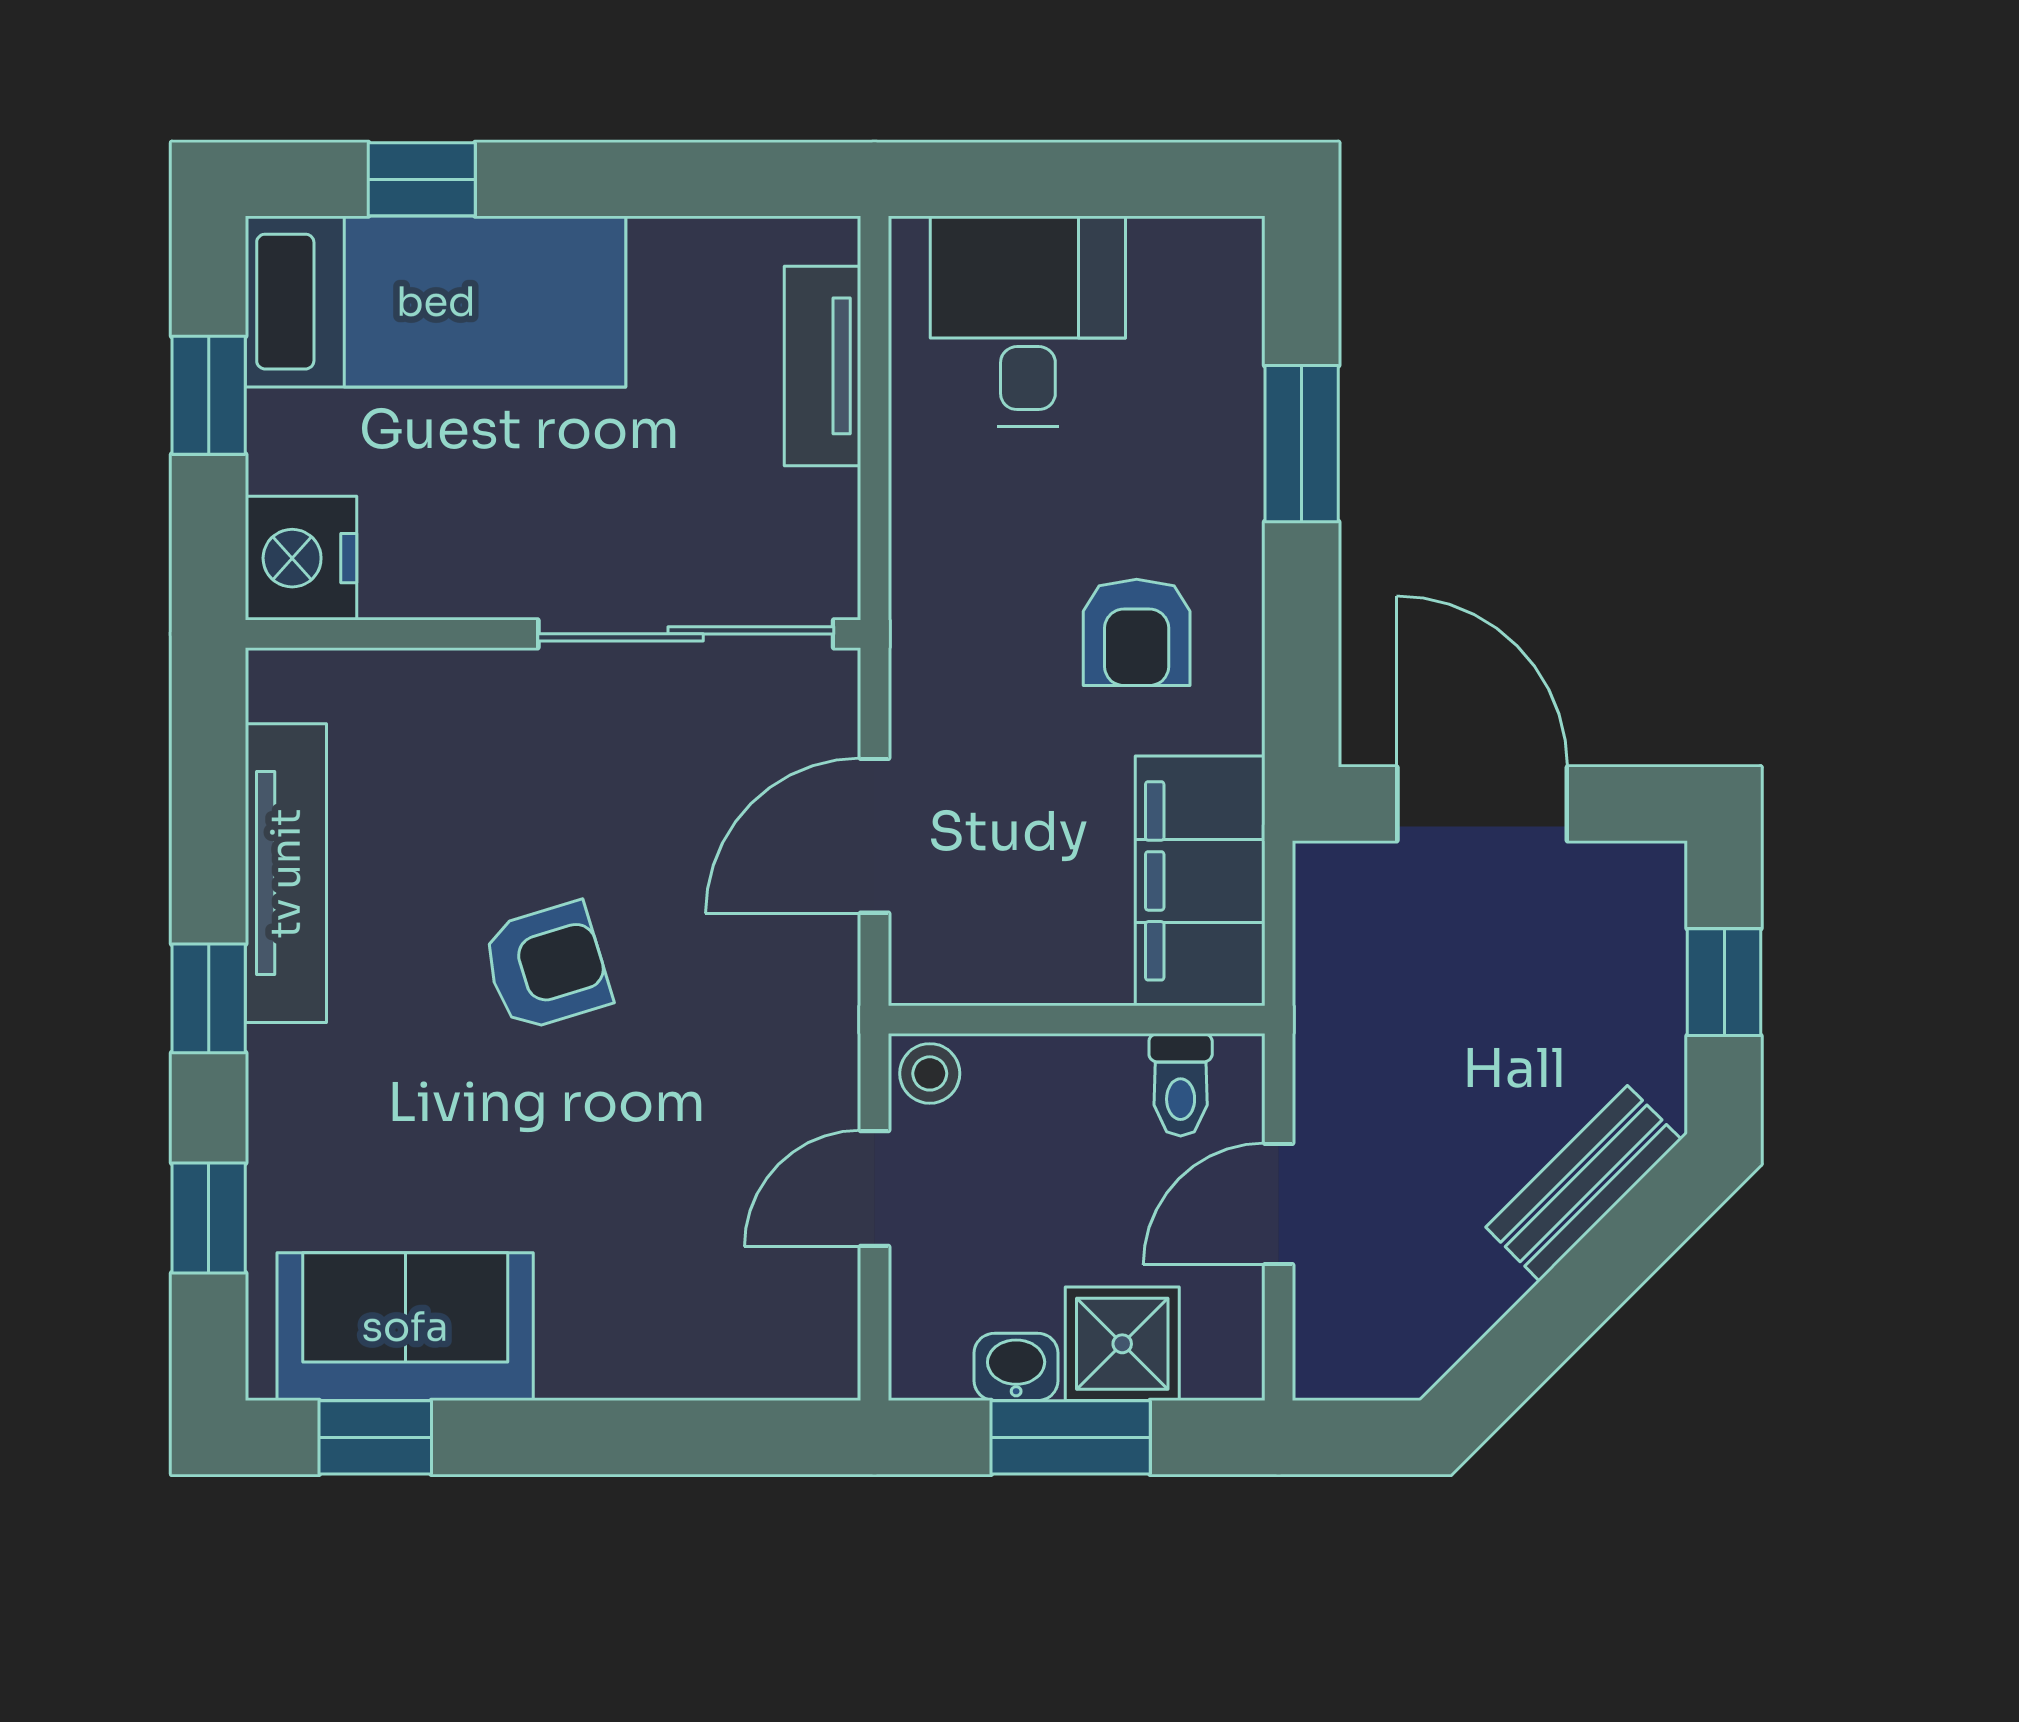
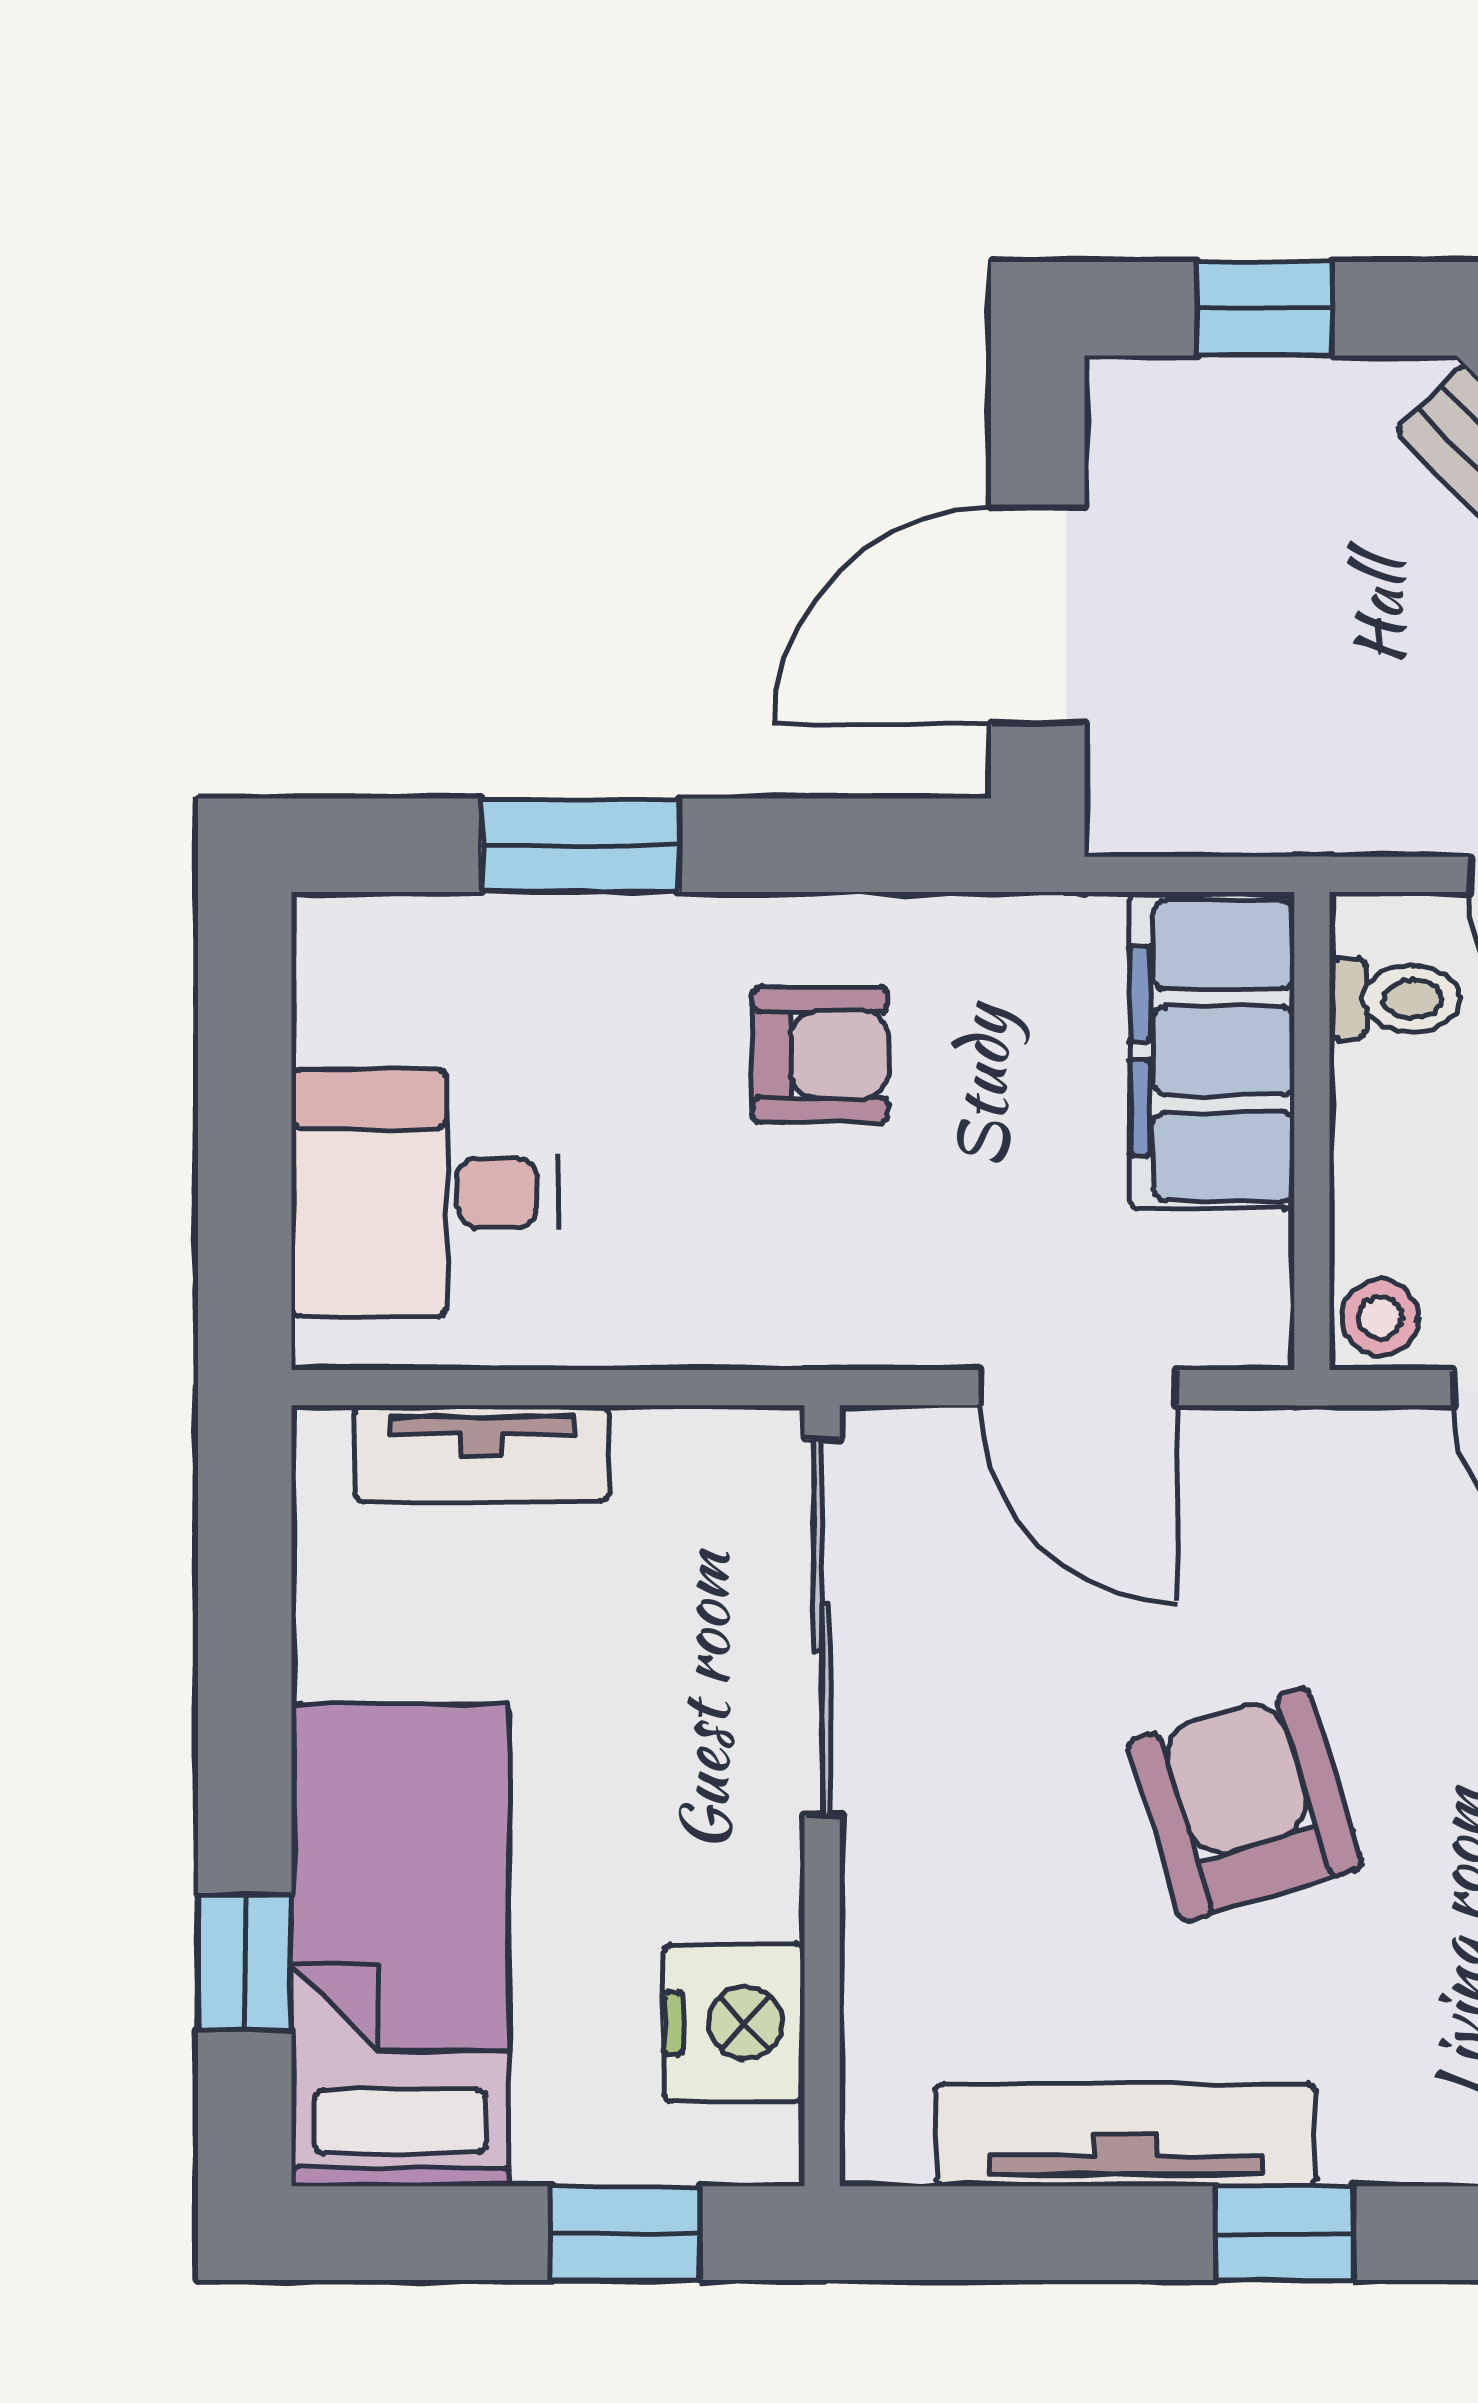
window: (209, 395) -> (626, 2233), moved
nightstand: (301, 558) -> (734, 2023), moved, turned -90
filing cabinet: (1200, 881) -> (1212, 1051), moved, turned 90
armchair: (546, 967) -> (1245, 1804), width x1.38, depth x1.38

